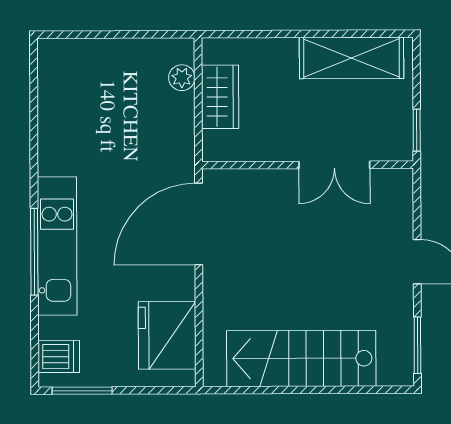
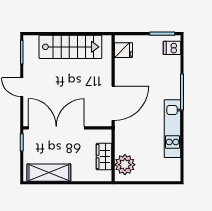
plant: (182, 78) -> (125, 165), width x1.87, depth x1.87
double door: (334, 165) -> (56, 128), width x1.87
kitchen unit: (57, 246) -> (173, 129), moved
fridge: (167, 335) -> (124, 50), width x0.53, depth x0.75

